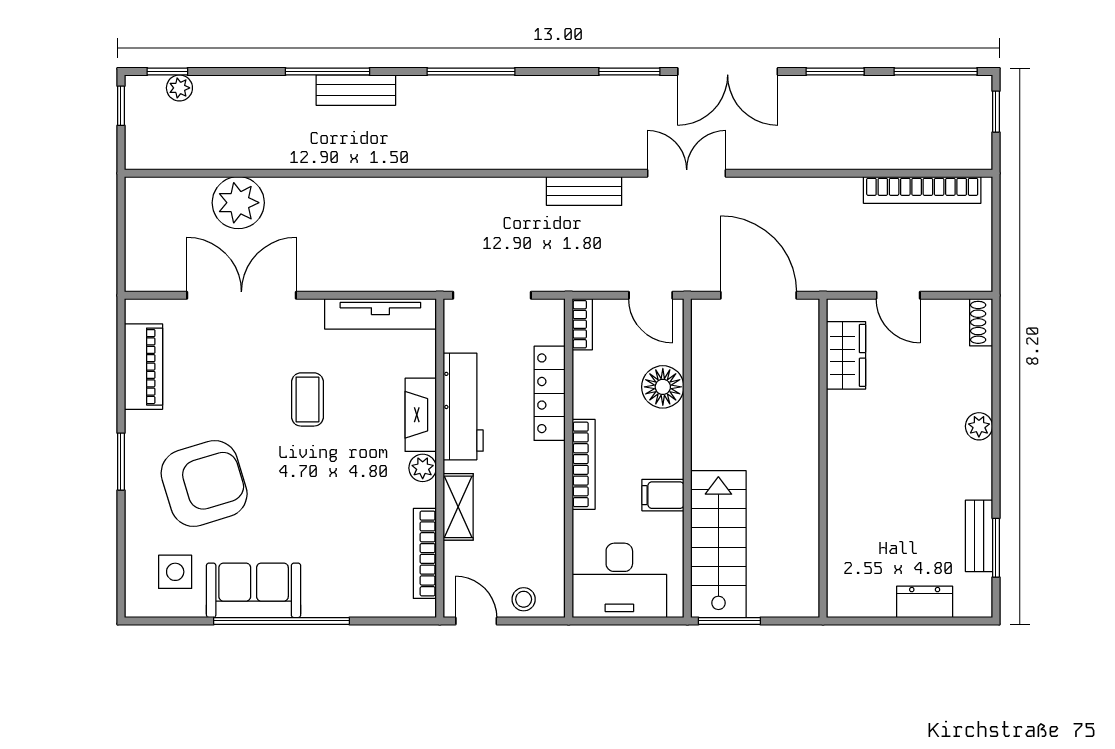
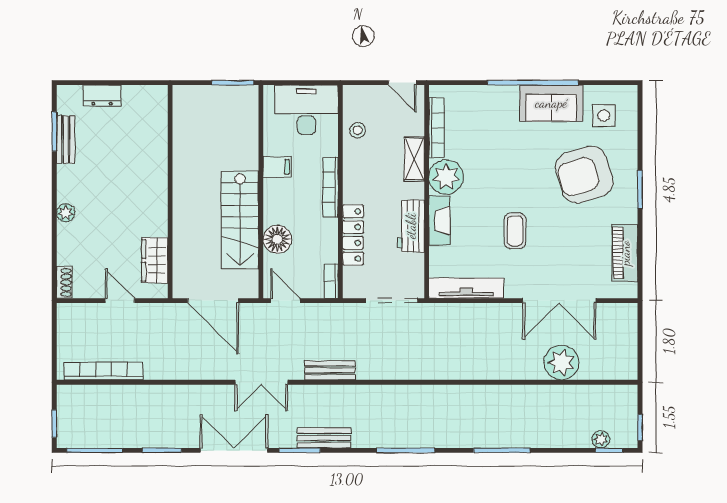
bench: (356, 90) -> (324, 438), moved
workbench: (463, 406) -> (411, 226), width x0.73
plant: (423, 468) -> (446, 177), width x1.88, depth x1.88
stairs: (718, 544) -> (240, 220), moved
stool: (524, 599) -> (358, 130), moved

